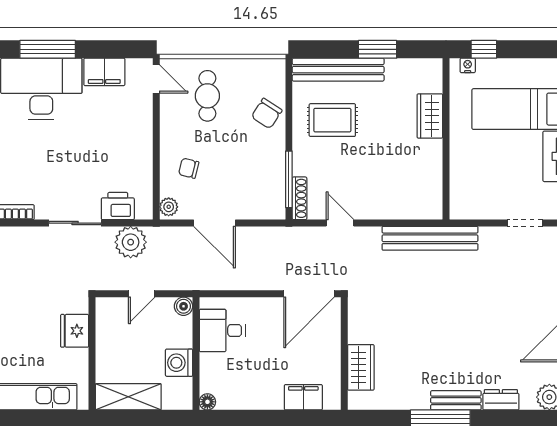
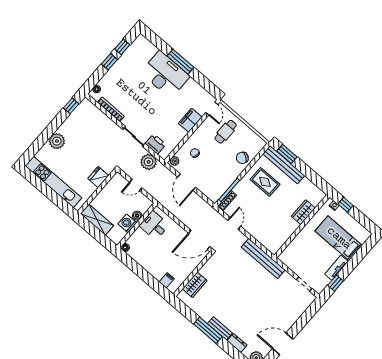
window: (378, 49) -> (287, 154), moved
filing cabinet: (104, 72) -> (190, 120), moved, turned 90
boiler: (184, 306) -> (137, 216), moved
filing cabinet: (303, 397) -> (167, 280), width x0.50

